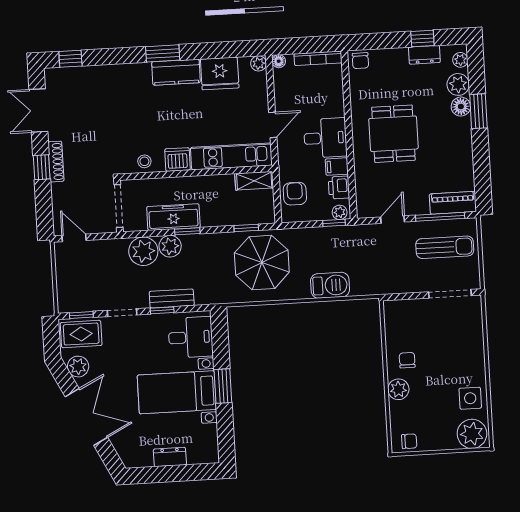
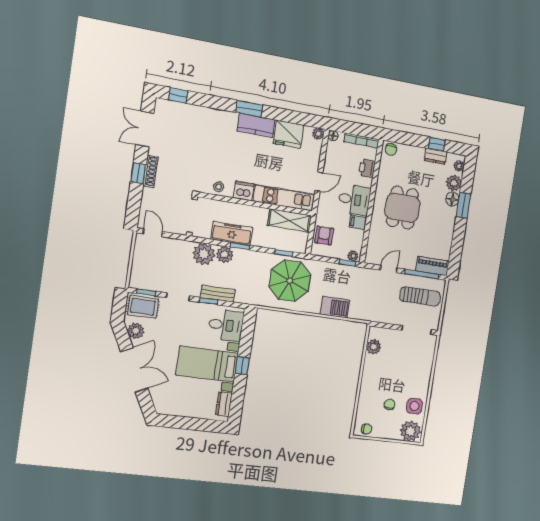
shelving: (254, 181) -> (290, 220), width x1.50, depth x1.33
printer: (339, 188) -> (367, 168), moved
chair: (407, 360) -> (390, 404), moved
window: (223, 386) -> (242, 366), width x0.67
plant: (398, 389) -> (374, 347), moved
dresser: (170, 457) -> (224, 404), moved, turned -90

